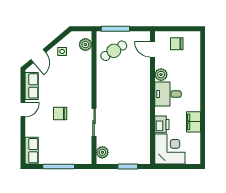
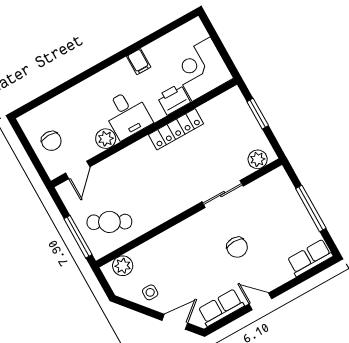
cafe table: (114, 51) -> (109, 222), turned -30
locker: (144, 116) -> (176, 129), added
filing cabinet: (193, 122) -> (139, 62), width x0.50

